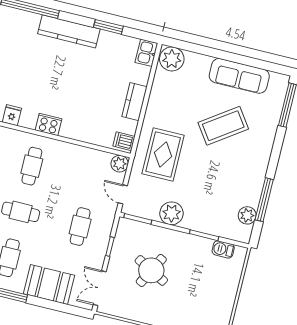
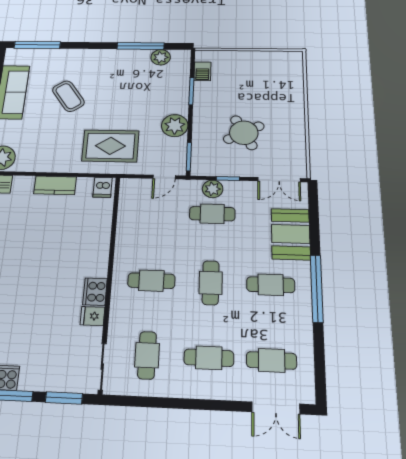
cooker: (48, 124) -> (95, 292), moved
coffee table: (223, 126) -> (68, 96), width x0.73, depth x0.76
plant: (120, 164) -> (213, 189), moved
round table: (151, 270) -> (244, 133), turned 34

